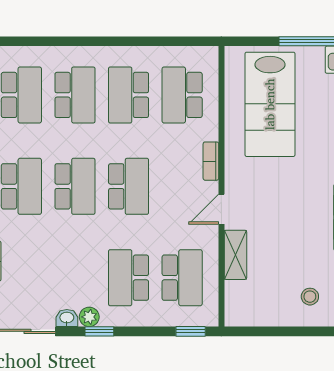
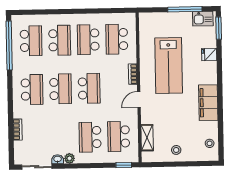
lab bench: (270, 104) -> (169, 66), moved
shelving: (235, 255) -> (147, 138), moved
school desk: (182, 278) -> (119, 137), turned 180
stool: (310, 297) -> (176, 150), moved
window: (99, 331) -> (75, 166), removed

